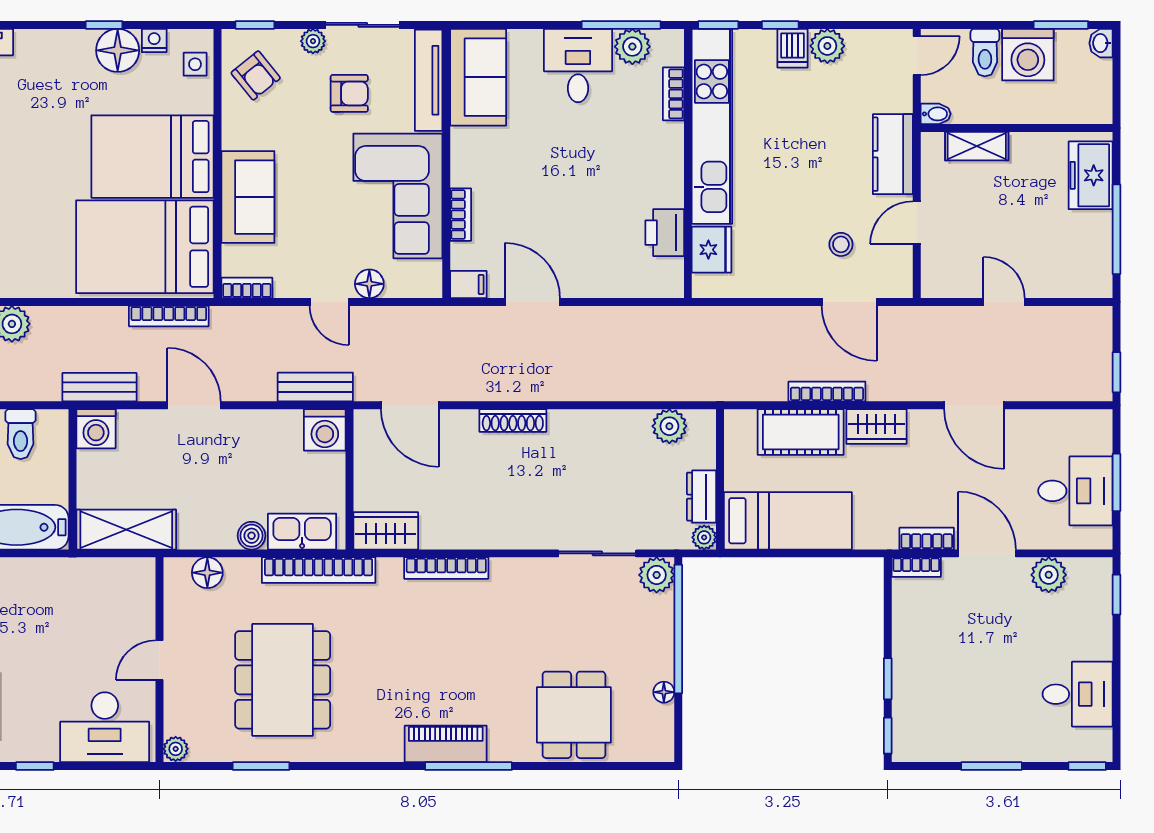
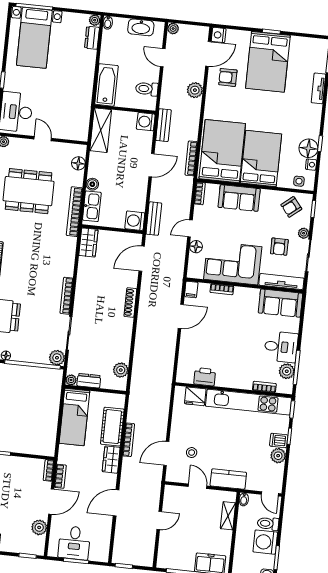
bookcase: (446, 568) -> (66, 296), moved

